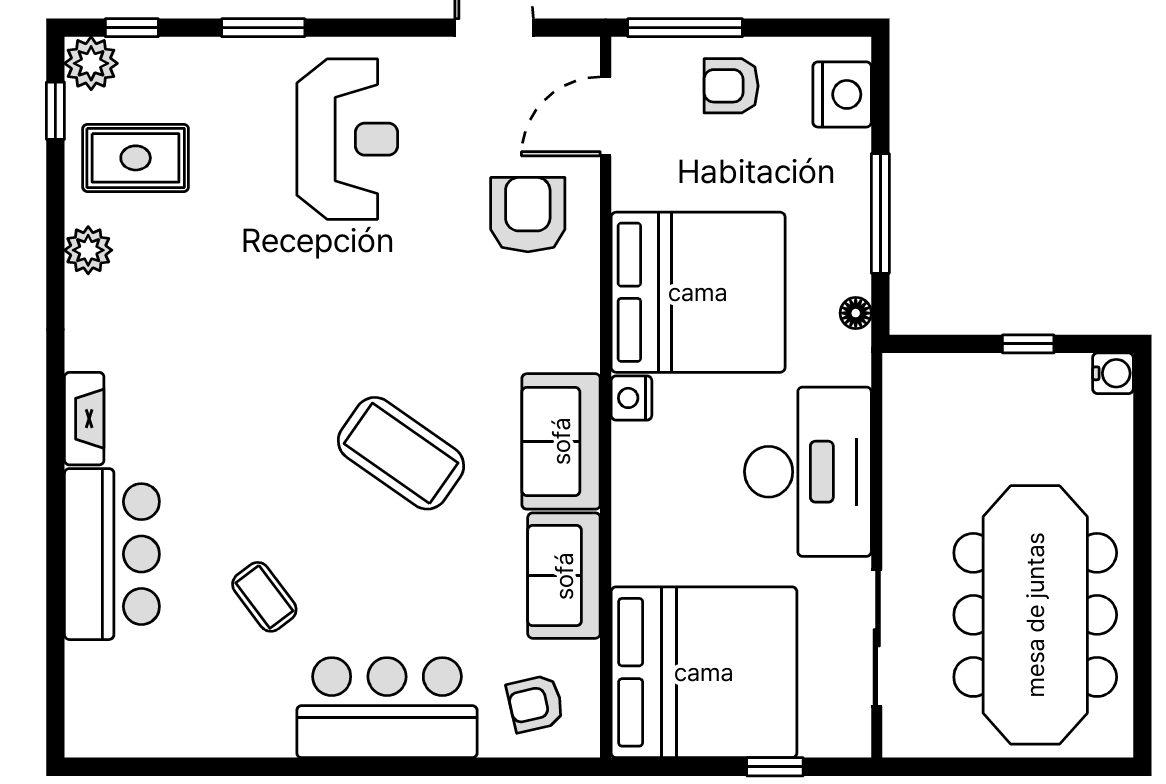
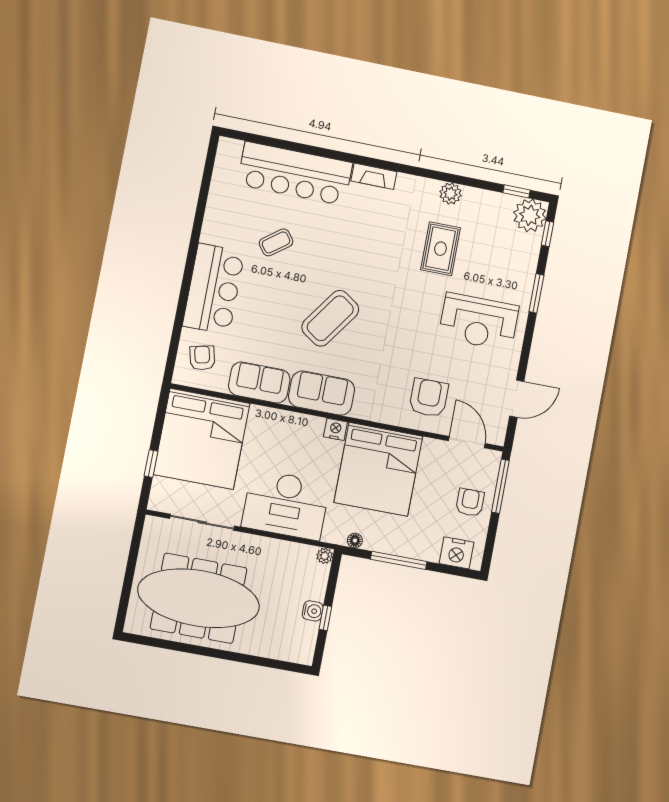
plant: (91, 63) -> (530, 215), width x1.36, depth x1.36
rug: (136, 158) -> (440, 249), moved
armchair: (528, 215) -> (429, 398), turned -90
plant: (899, 370) -> (325, 556), added
water cooler: (1113, 373) -> (313, 611), moved, turned -90
bar counter: (112, 554) -> (295, 174), width x1.36

